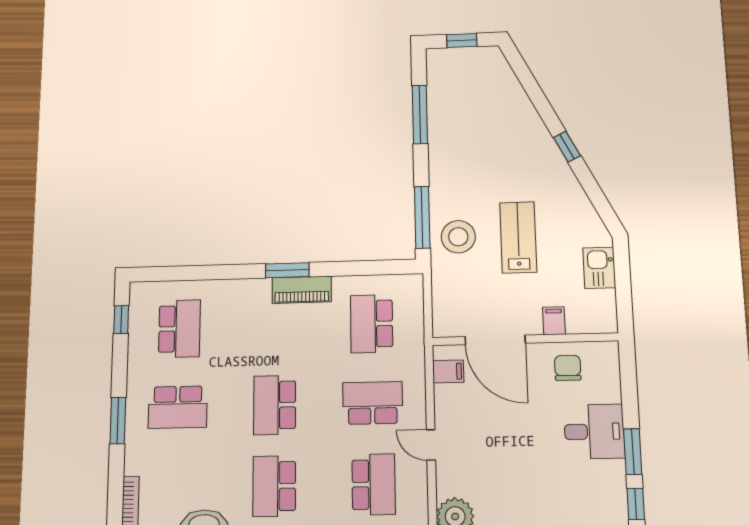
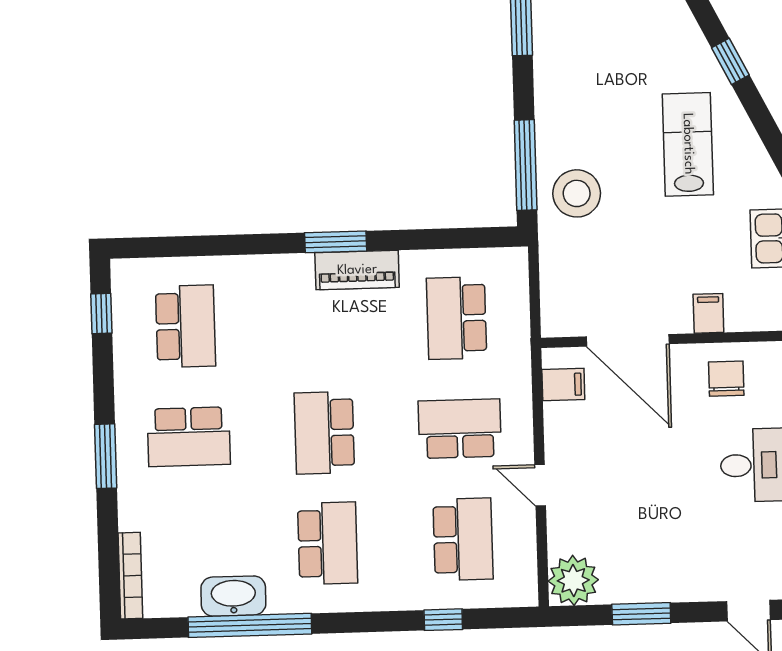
lab bench: (518, 237) -> (688, 144), moved
school desk: (274, 486) -> (328, 543), turned 180

